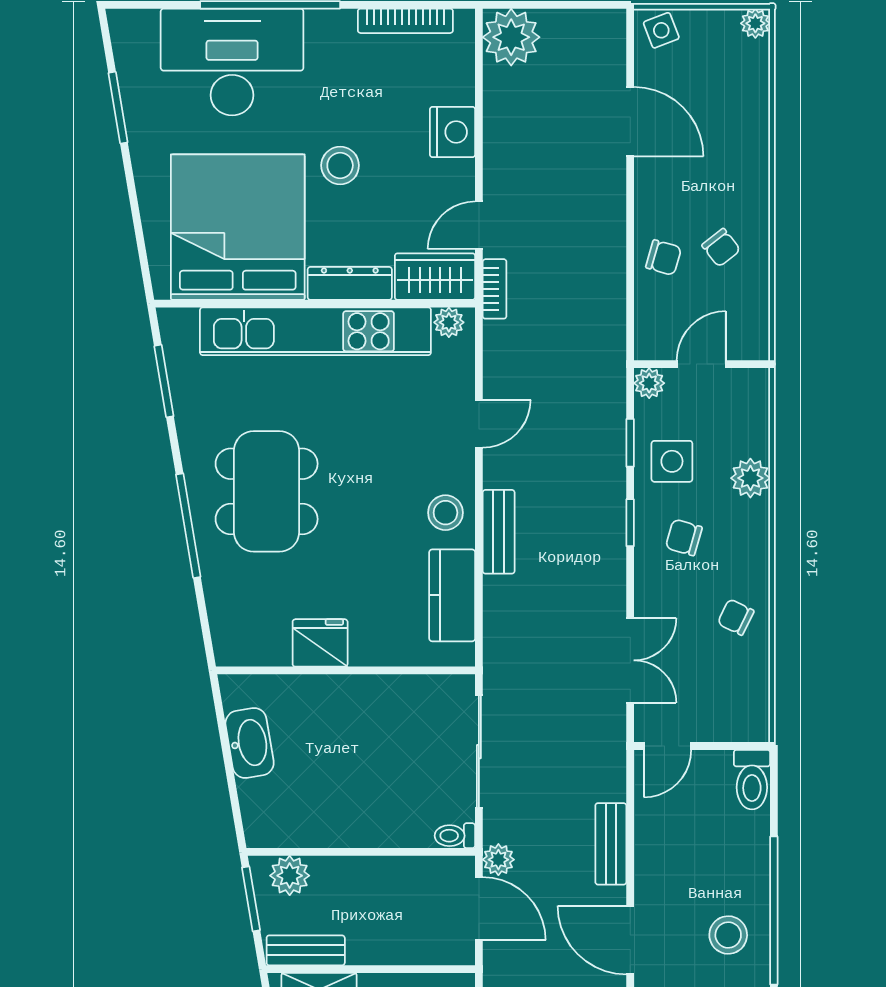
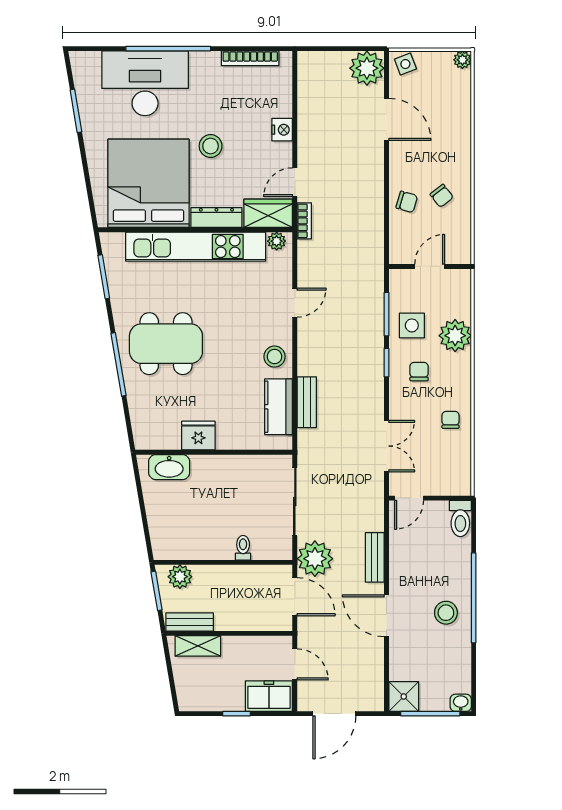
plant: (511, 37) -> (367, 68), moved
nightstand: (453, 132) -> (282, 130), width x0.74, depth x0.75
plant: (649, 383) -> (398, 278), removed
window: (630, 443) -> (386, 314), width x1.50
plant: (750, 478) -> (455, 336), width x1.36, depth x1.36
dining table: (267, 491) -> (166, 344), turned 90
bench: (499, 532) -> (307, 402), moved
chair: (684, 537) -> (419, 372), turned 74
chair: (736, 617) -> (451, 420), turned 64
washbasin: (250, 743) -> (169, 467), moved, turned 100
toilet: (455, 836) -> (243, 548), moved, turned 90
plant: (498, 860) -> (315, 559), width x1.88, depth x1.88

